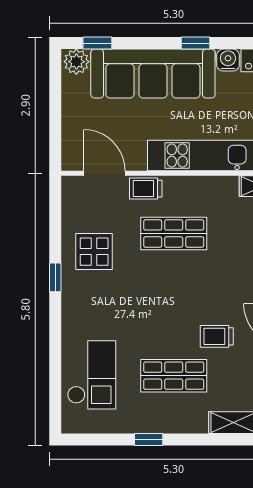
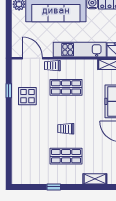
window: (55, 277) -> (9, 91), moved
trolley: (217, 336) -> (66, 129), moved
checkout: (92, 375) -> (26, 156), removed

